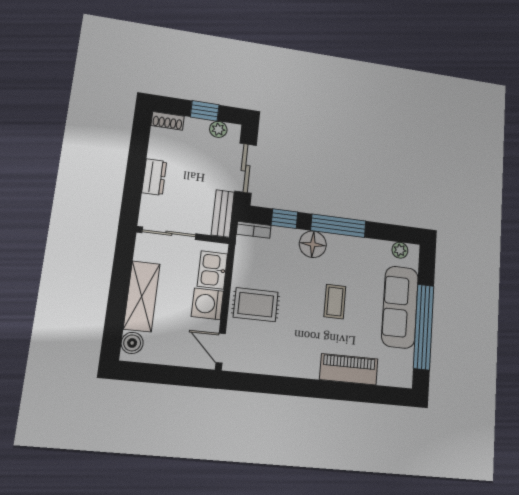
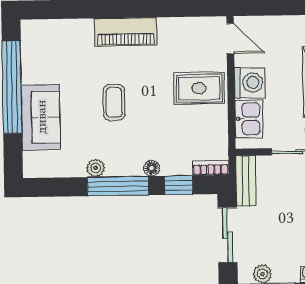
floor lamp: (313, 244) -> (152, 168), width x0.53, depth x0.53
plant: (400, 250) -> (96, 168), moved
sofa: (400, 307) -> (41, 117), width x0.73
piano: (349, 369) -> (126, 32), moved

